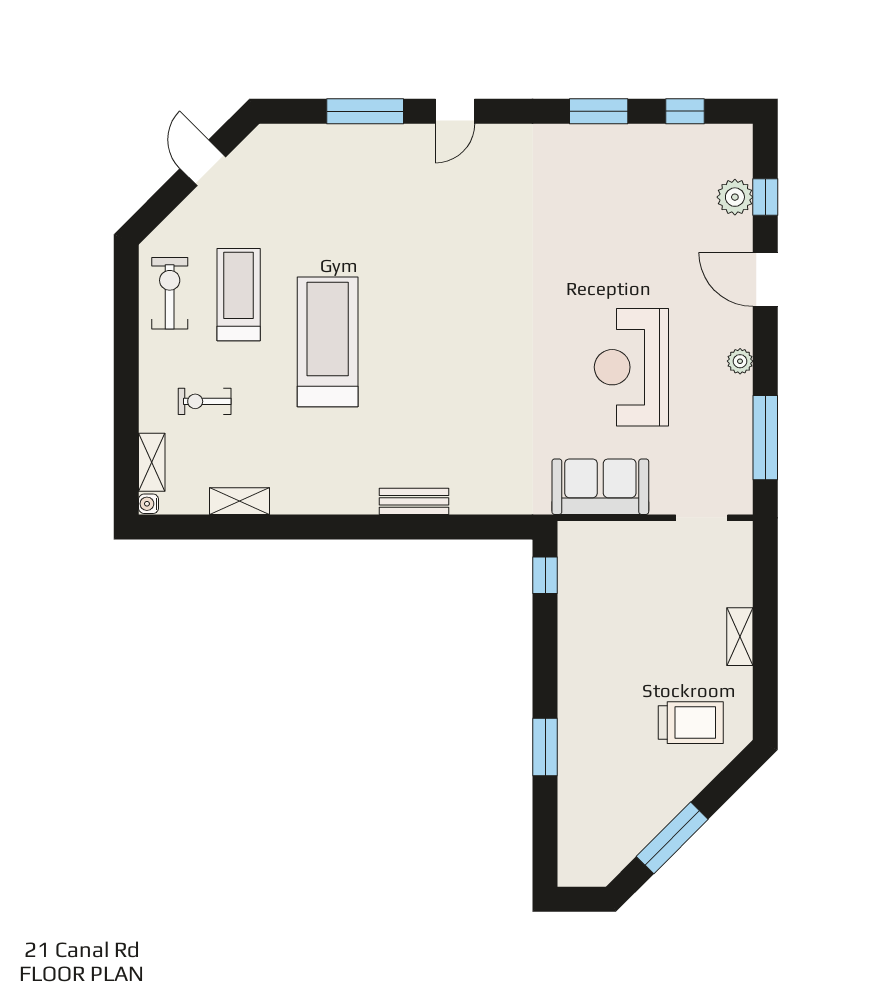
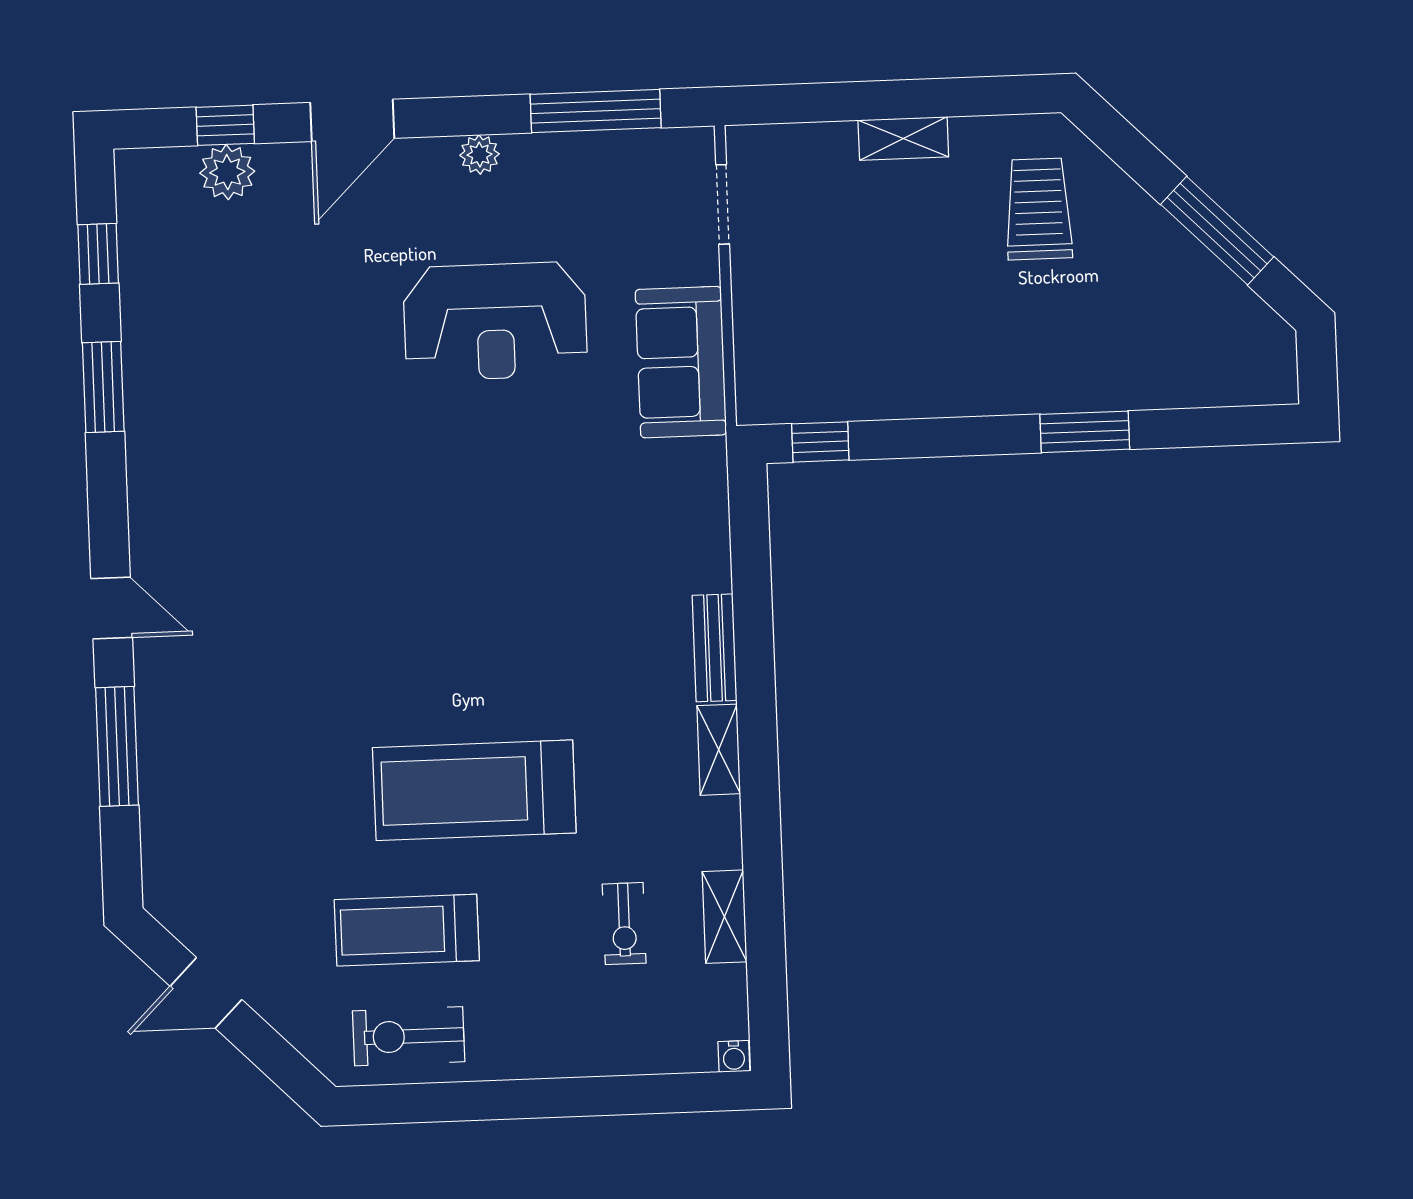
exercise bike: (205, 401) -> (624, 924), moved
shelving: (152, 462) -> (719, 750), moved, turned 90

